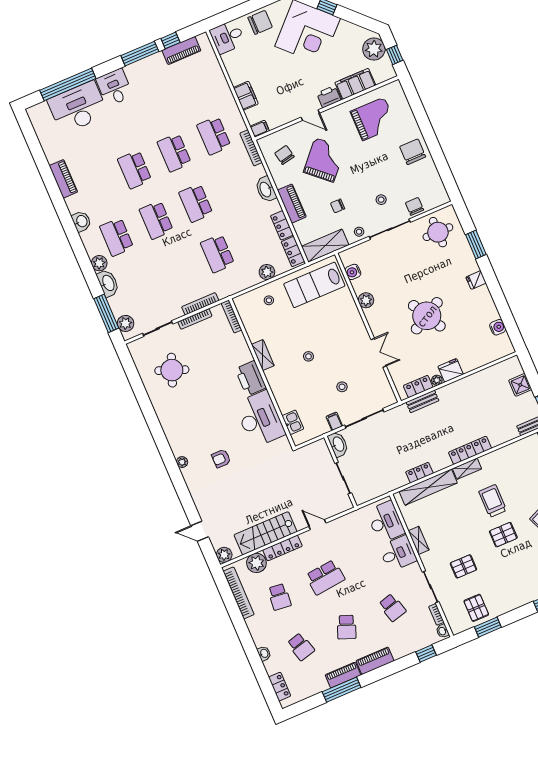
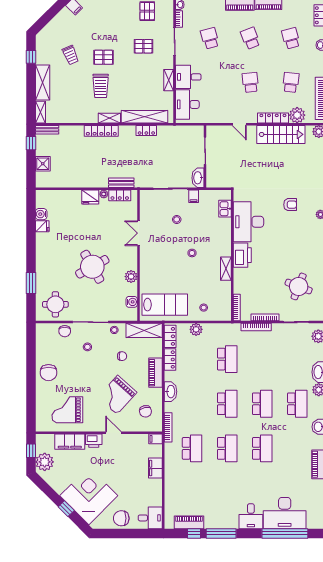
fridge: (476, 280) -> (42, 226), moved
round table: (427, 316) -> (92, 267), moved
school desk: (325, 577) -> (250, 82), width x0.54
school desk: (347, 627) -> (250, 38), turned -42

